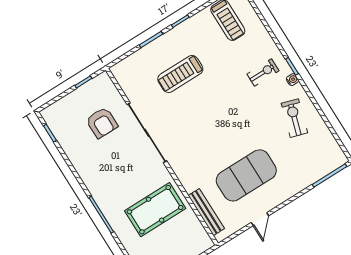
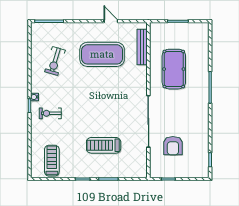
treadmill: (180, 74) -> (104, 145), turned 180
exercise bike: (294, 118) -> (55, 61), moved
armchair: (102, 123) -> (173, 146), turned 180
pool table: (155, 210) -> (174, 69), turned 90
door: (260, 219) -> (111, 21), hinge flipped

